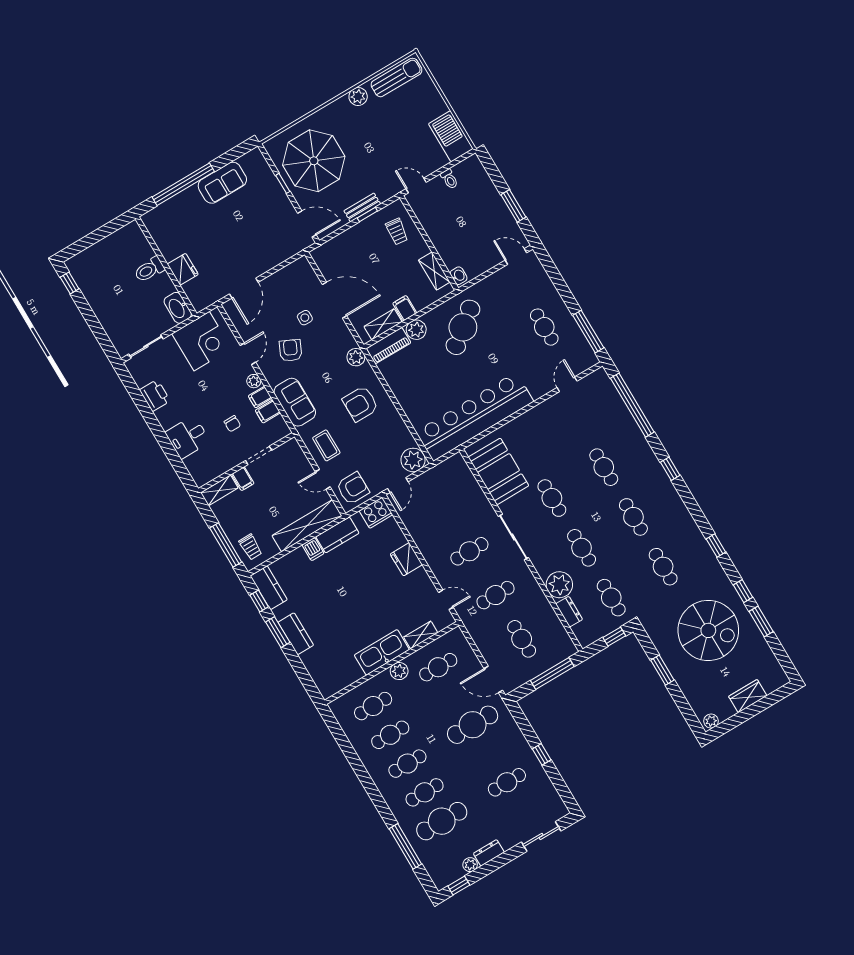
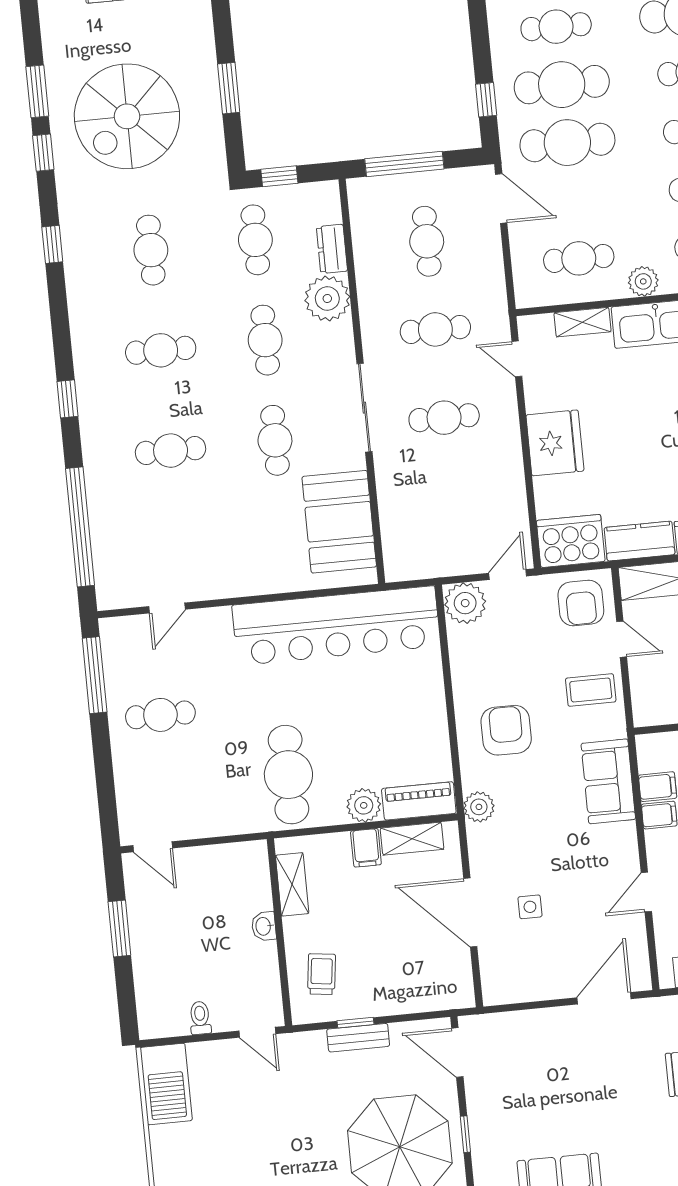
washbasin: (459, 276) -> (264, 926), moved
cafe table: (463, 327) -> (288, 775), turned -52
cafe table: (544, 327) -> (160, 715), turned 90
armchair: (291, 350) -> (577, 866), removed
plant: (254, 381) -> (657, 845), removed
armchair: (361, 404) -> (506, 730), turned -90
coffee table: (326, 445) -> (591, 690), turned 90
cafe table: (604, 467) -> (171, 451), turned 90
armchair: (353, 488) -> (581, 603), turned -90
cooker: (376, 513) -> (571, 541), width x1.37, depth x1.31
cafe table: (633, 517) -> (161, 350), turned 90
fridge: (406, 559) -> (555, 443), width x1.36, depth x1.34
spiral stairs: (708, 630) -> (127, 116), turned -90
cafe table: (490, 754) -> (562, 85), added
window: (542, 754) -> (486, 100), moved

